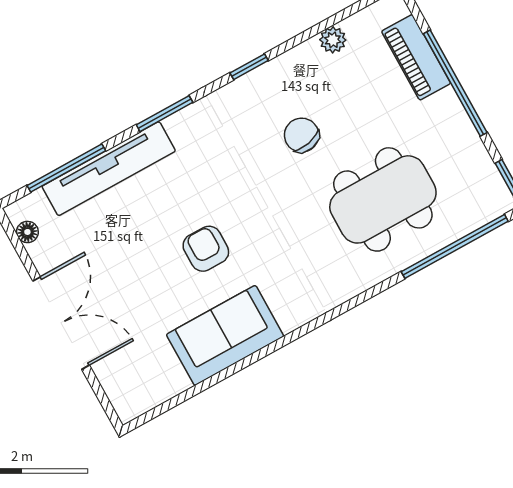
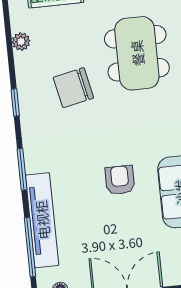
chair: (302, 135) -> (73, 88), width x1.37, depth x1.37
armchair: (206, 249) -> (120, 180), turned 90

